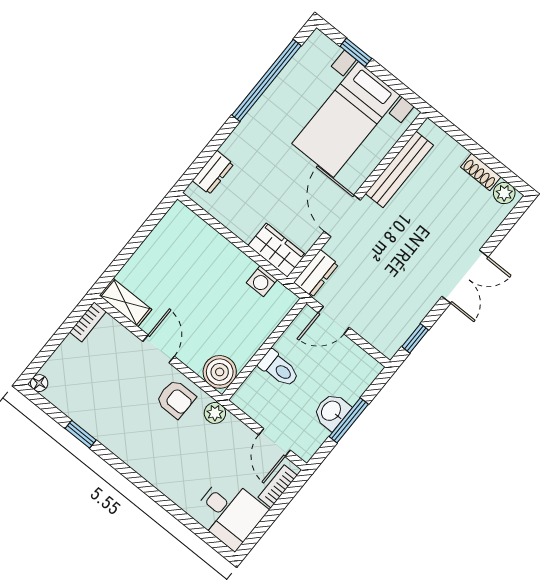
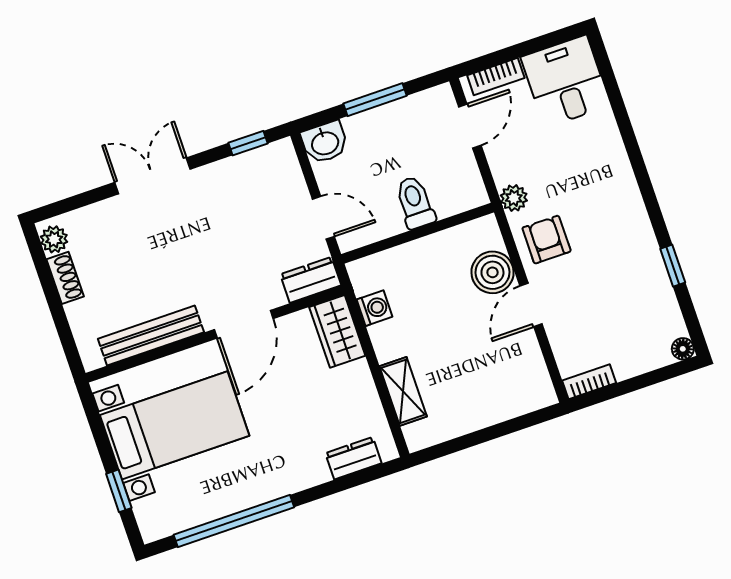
shelving: (125, 302) -> (403, 391), moved
boiler: (220, 372) -> (492, 272), moved
washbasin: (332, 411) -> (325, 142), moved

